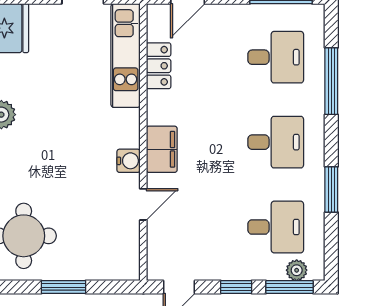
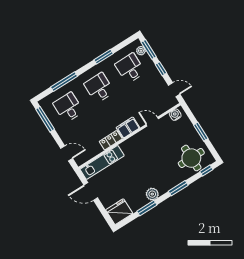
locker: (159, 66) -> (111, 140), moved
water cooler: (129, 161) -> (175, 115), moved

